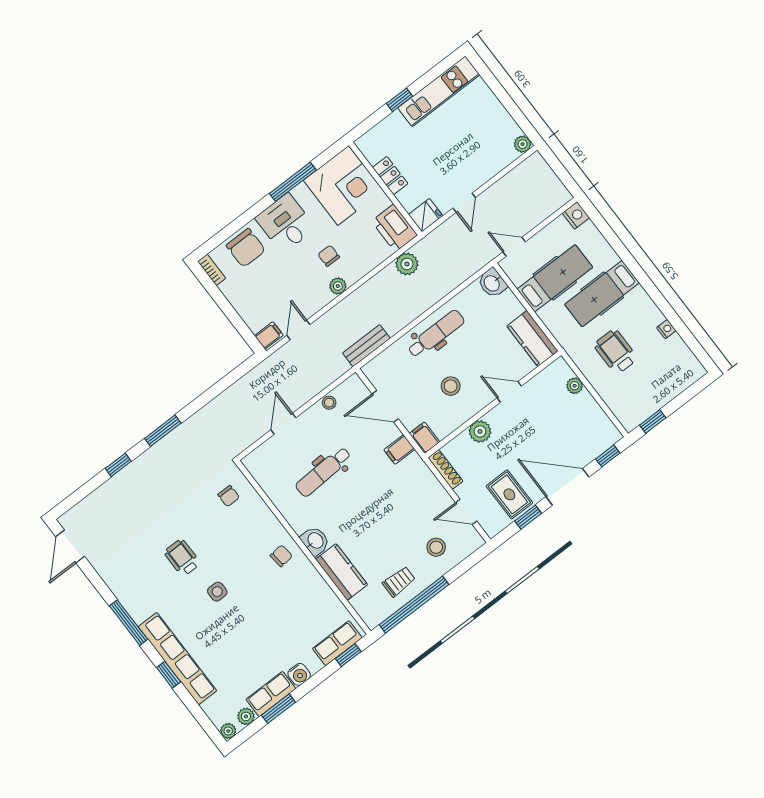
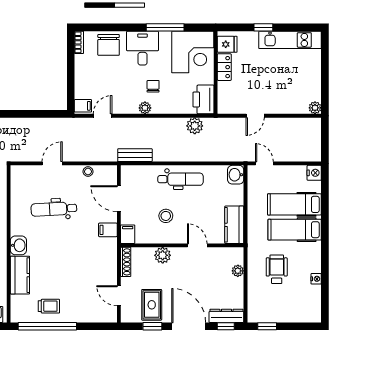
fridge: (426, 215) -> (227, 44), moved
hospital bed: (555, 278) -> (294, 204), moved, turned 180
dresser: (600, 444) -> (226, 316), added
stool: (436, 547) -> (86, 303), removed

